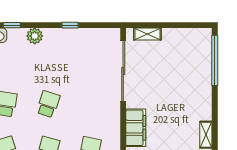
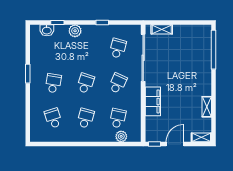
school desk: (90, 59) -> (118, 48), added
school desk: (90, 104) -> (118, 83), added

